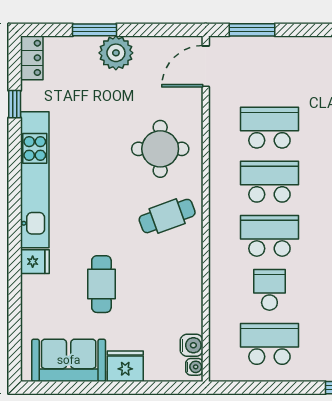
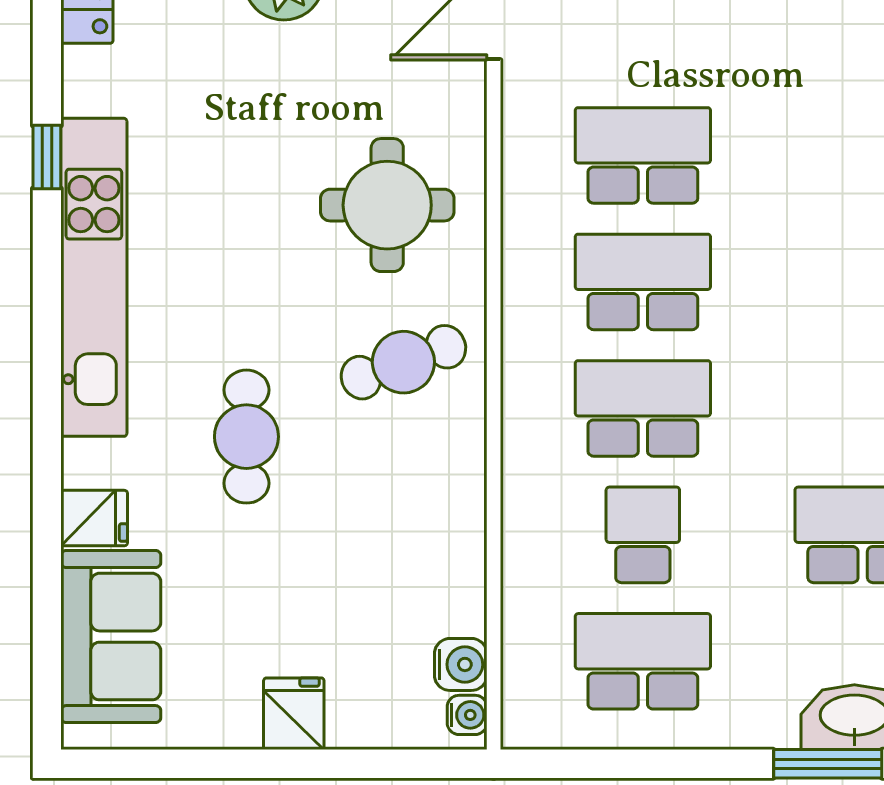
window: (15, 104) -> (47, 157), moved
fridge: (35, 262) -> (94, 518), moved
cafe table: (101, 284) -> (246, 437), moved
sofa: (69, 360) -> (111, 637), moved, turned 90
fridge: (125, 366) -> (294, 714), width x0.72

